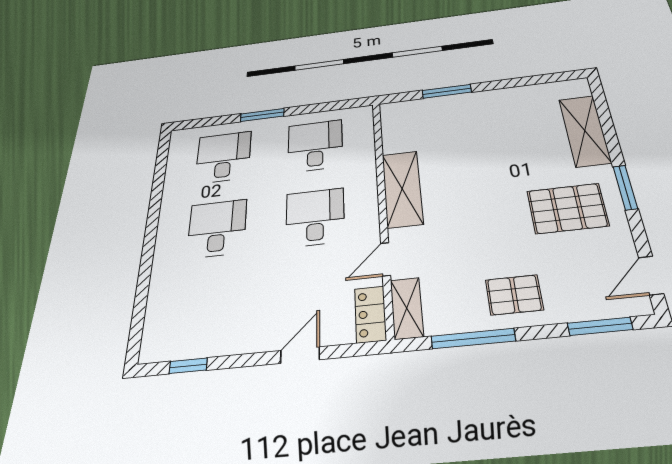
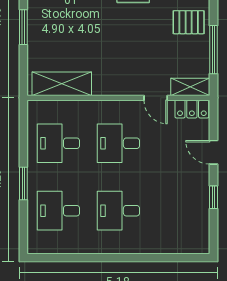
window: (447, 91) -> (23, 27), moved
shelving: (402, 189) -> (62, 84), moved
pallet: (514, 295) -> (189, 22), turned 90
window: (188, 366) -> (213, 197), moved

